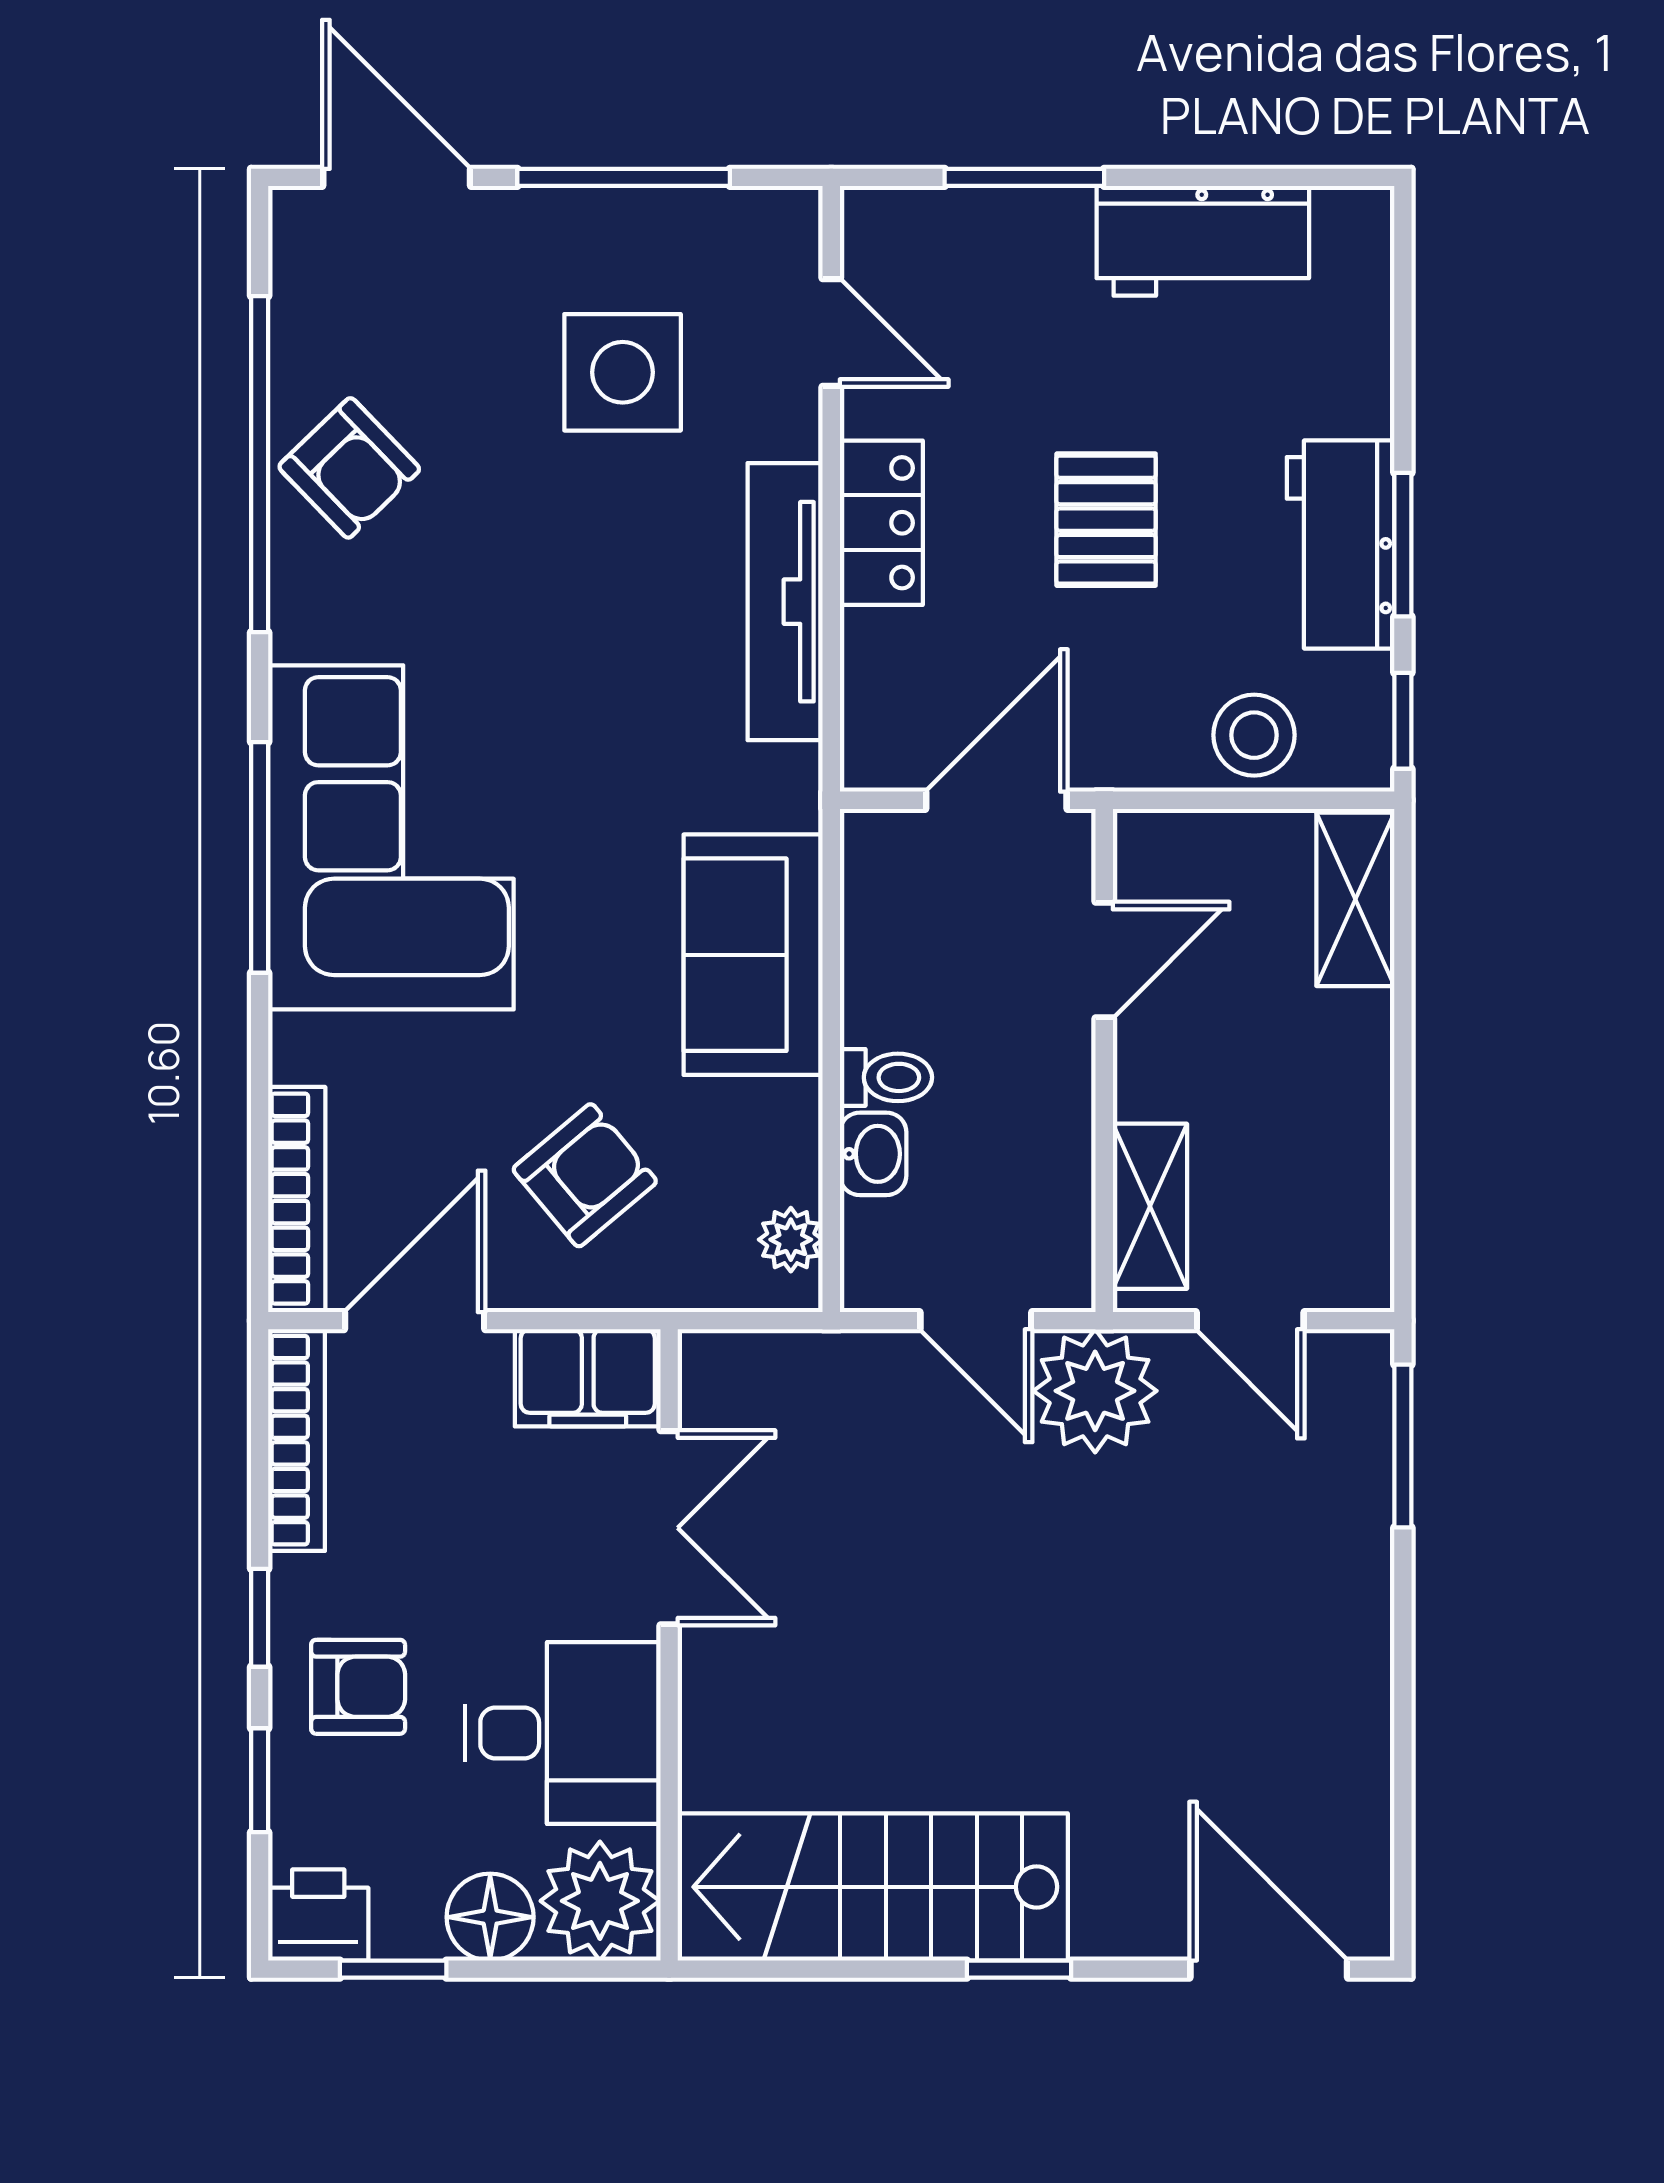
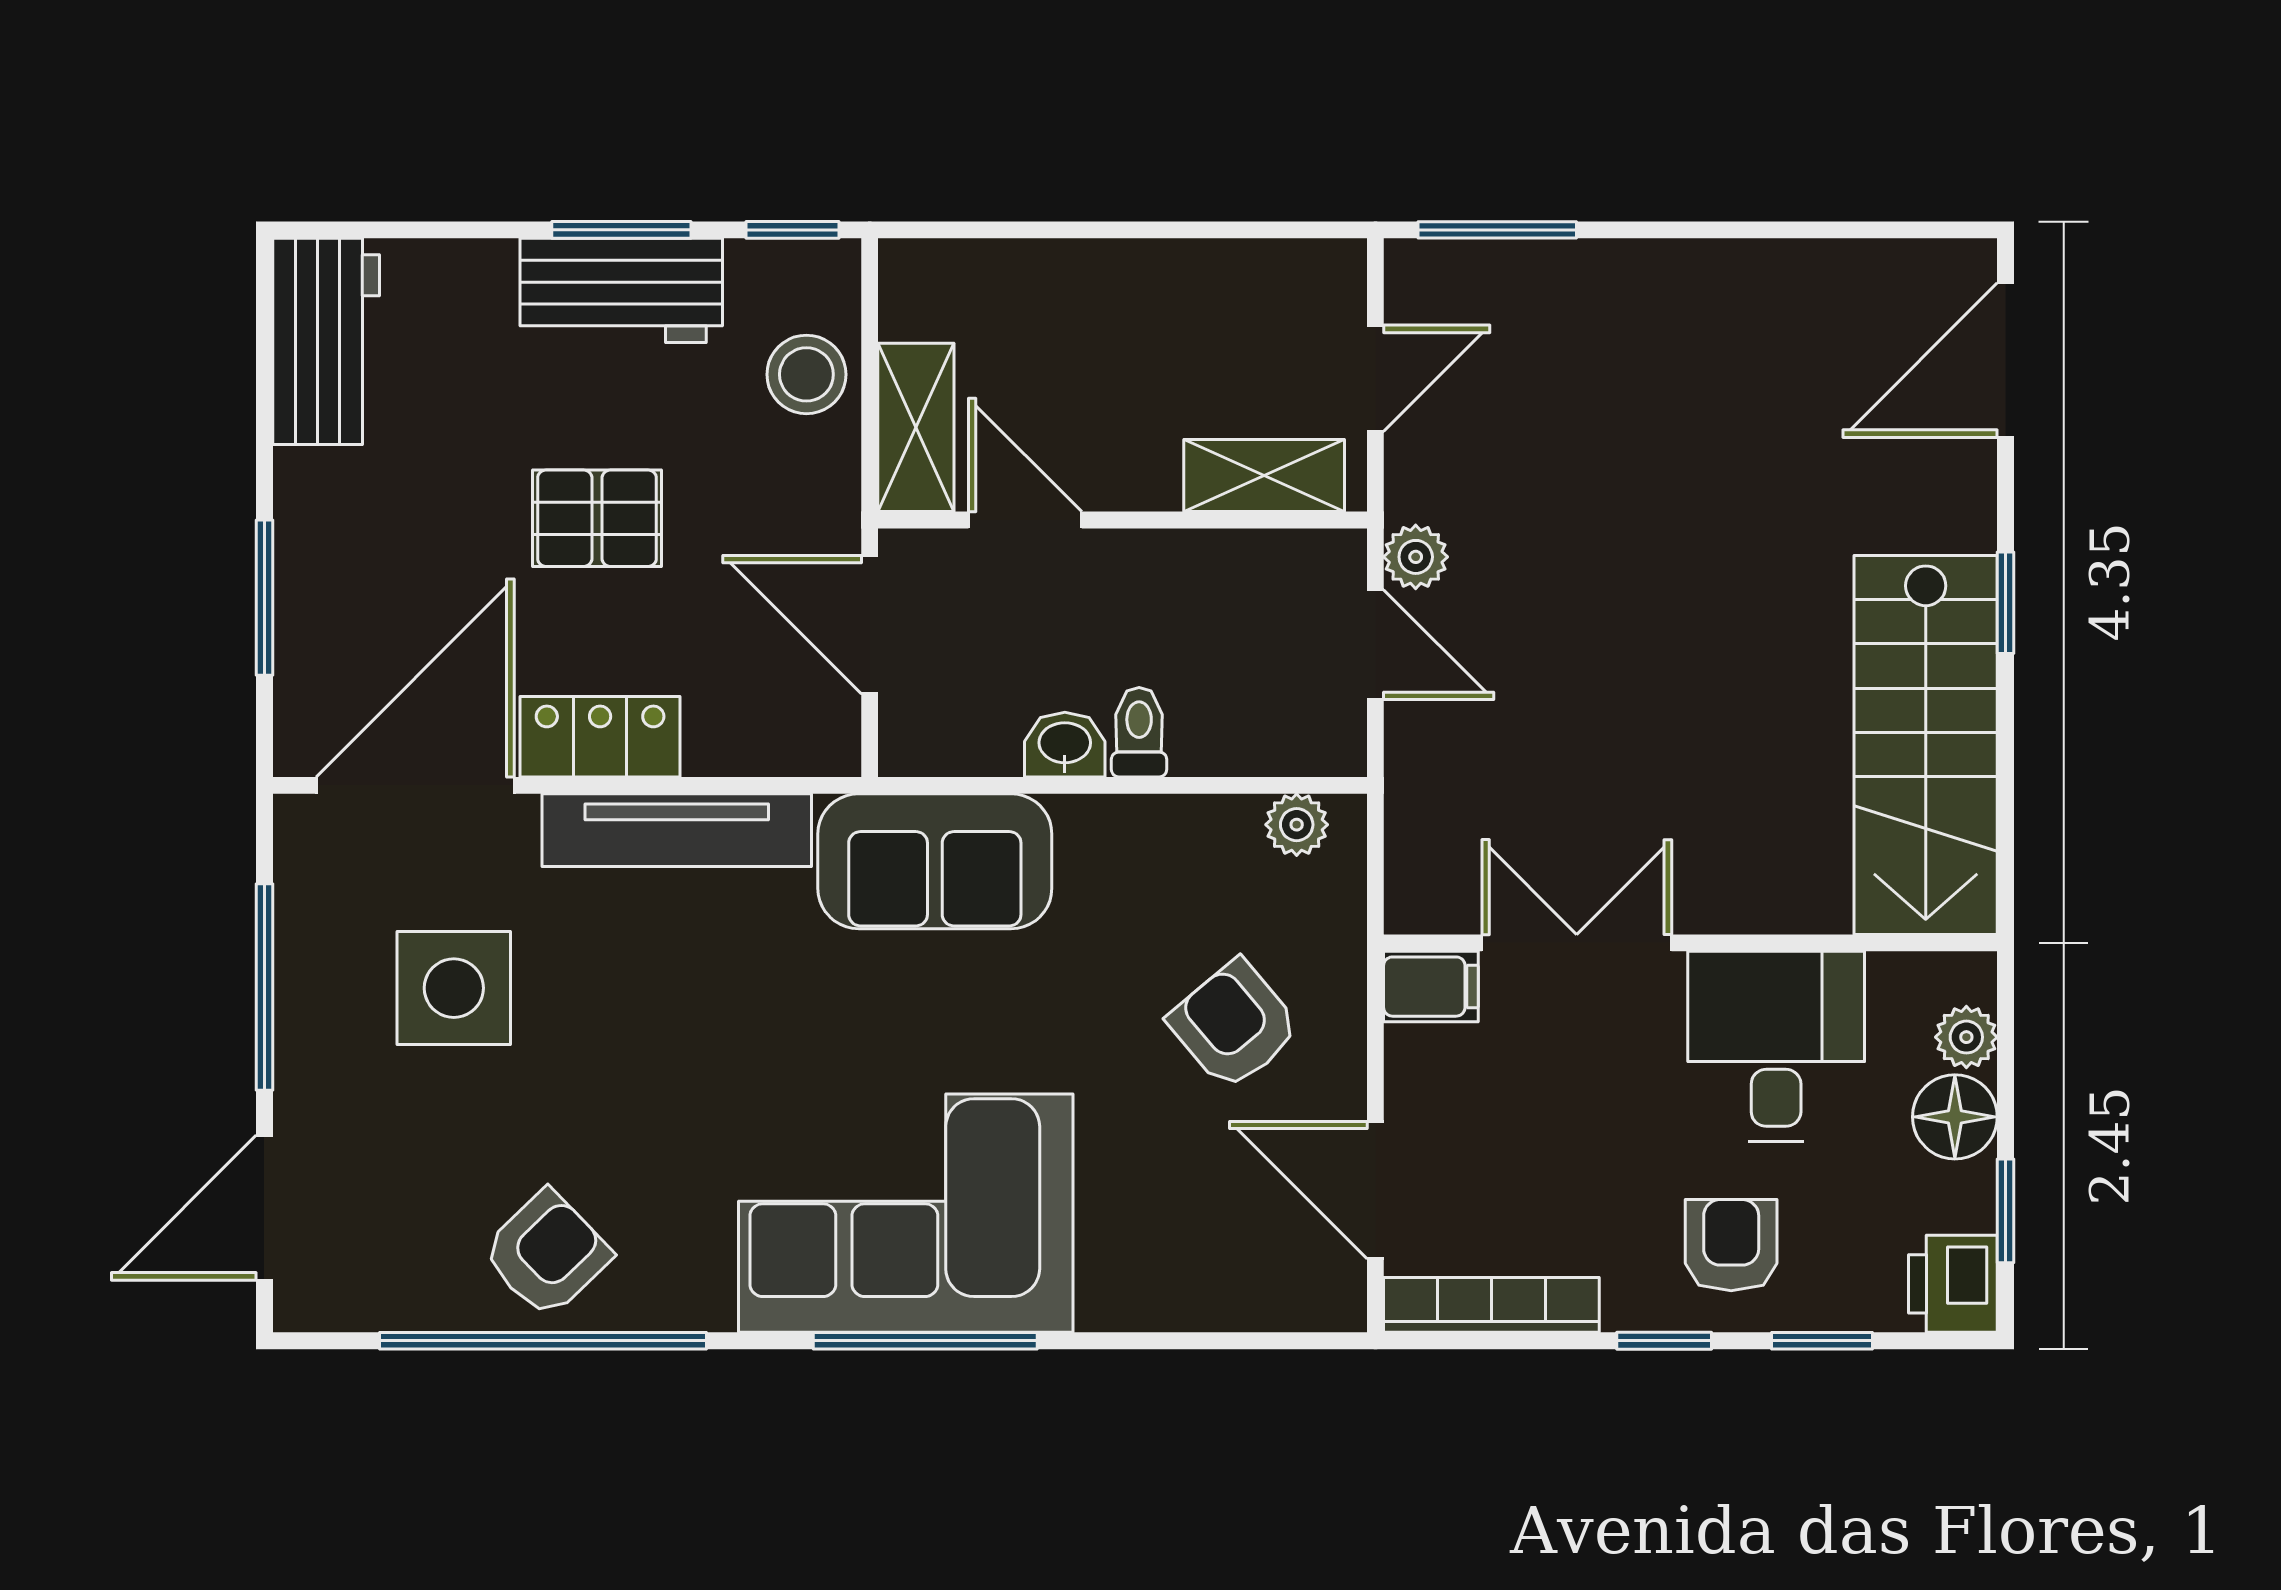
workbench: (1203, 241) -> (326, 341), moved
door: (831, 332) -> (415, 785), width x1.88
shelving: (1355, 899) -> (916, 427), moved, turned 90
sofa: (753, 955) -> (935, 861), moved
washbasin: (873, 1154) -> (1065, 745), moved
bookcase: (297, 1199) -> (1257, 1305), removed
door: (976, 1321) -> (1375, 645), hinge flipped
filing cabinet: (588, 1378) -> (1431, 987), width x0.50
plant: (1095, 1391) -> (1416, 557), width x0.53, depth x0.53
plant: (600, 1901) -> (1966, 1037), width x0.53, depth x0.53

